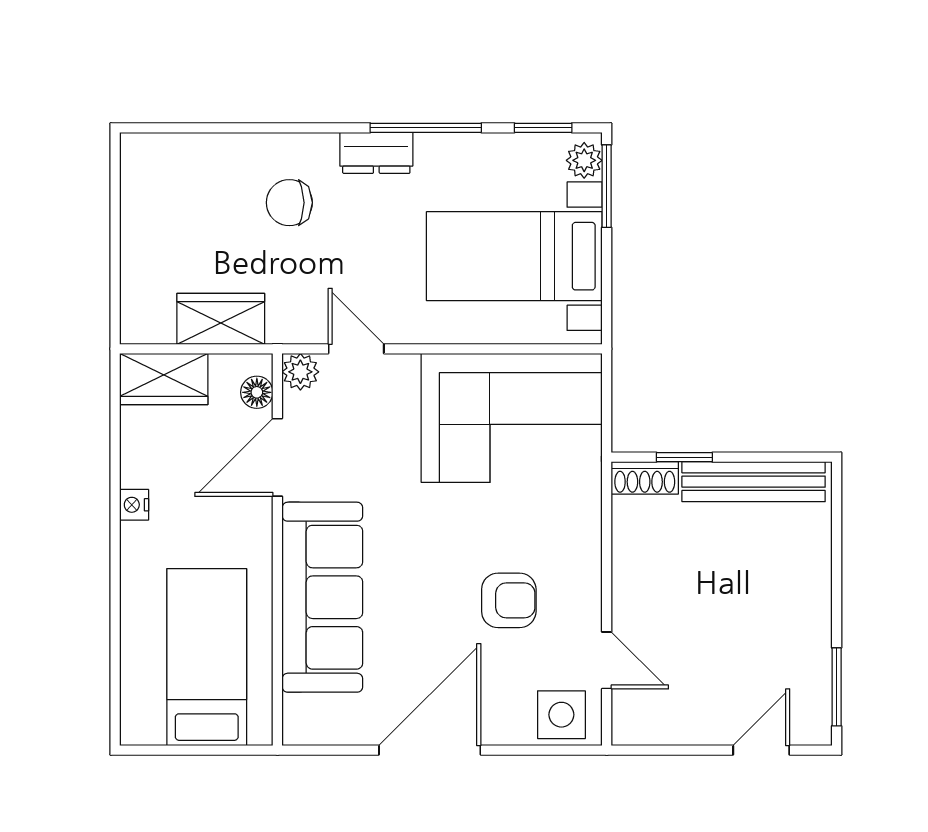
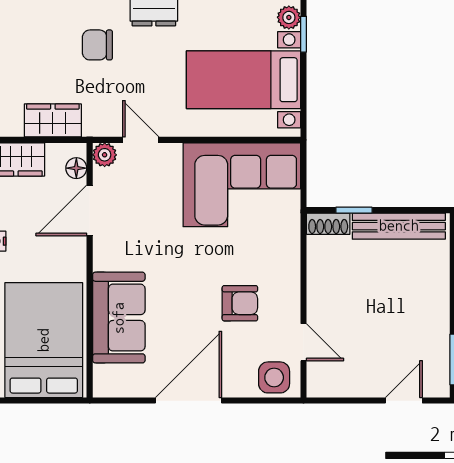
window: (607, 186) -> (303, 34), width x0.67
sofa: (322, 597) -> (119, 318), width x0.73
bed: (207, 657) -> (44, 340), width x1.50

